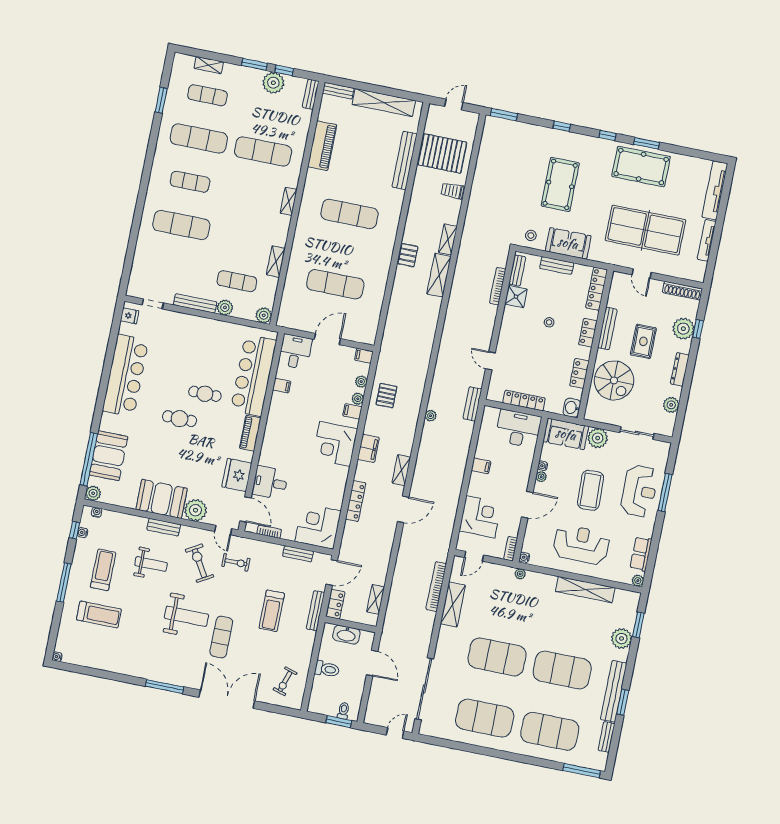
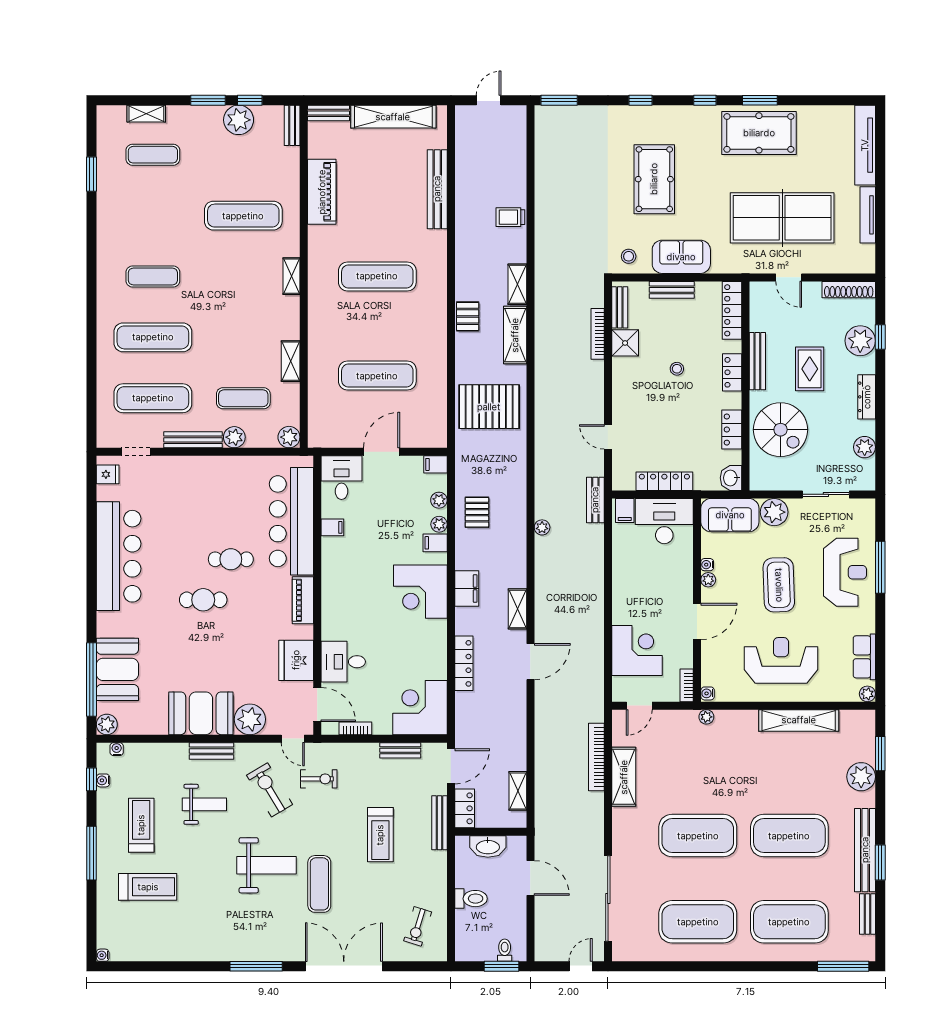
exercise mat: (199, 138) -> (153, 398), moved
pallet: (442, 153) -> (489, 407), moved
filing cabinet: (481, 466) -> (625, 510), moved, turned 90

